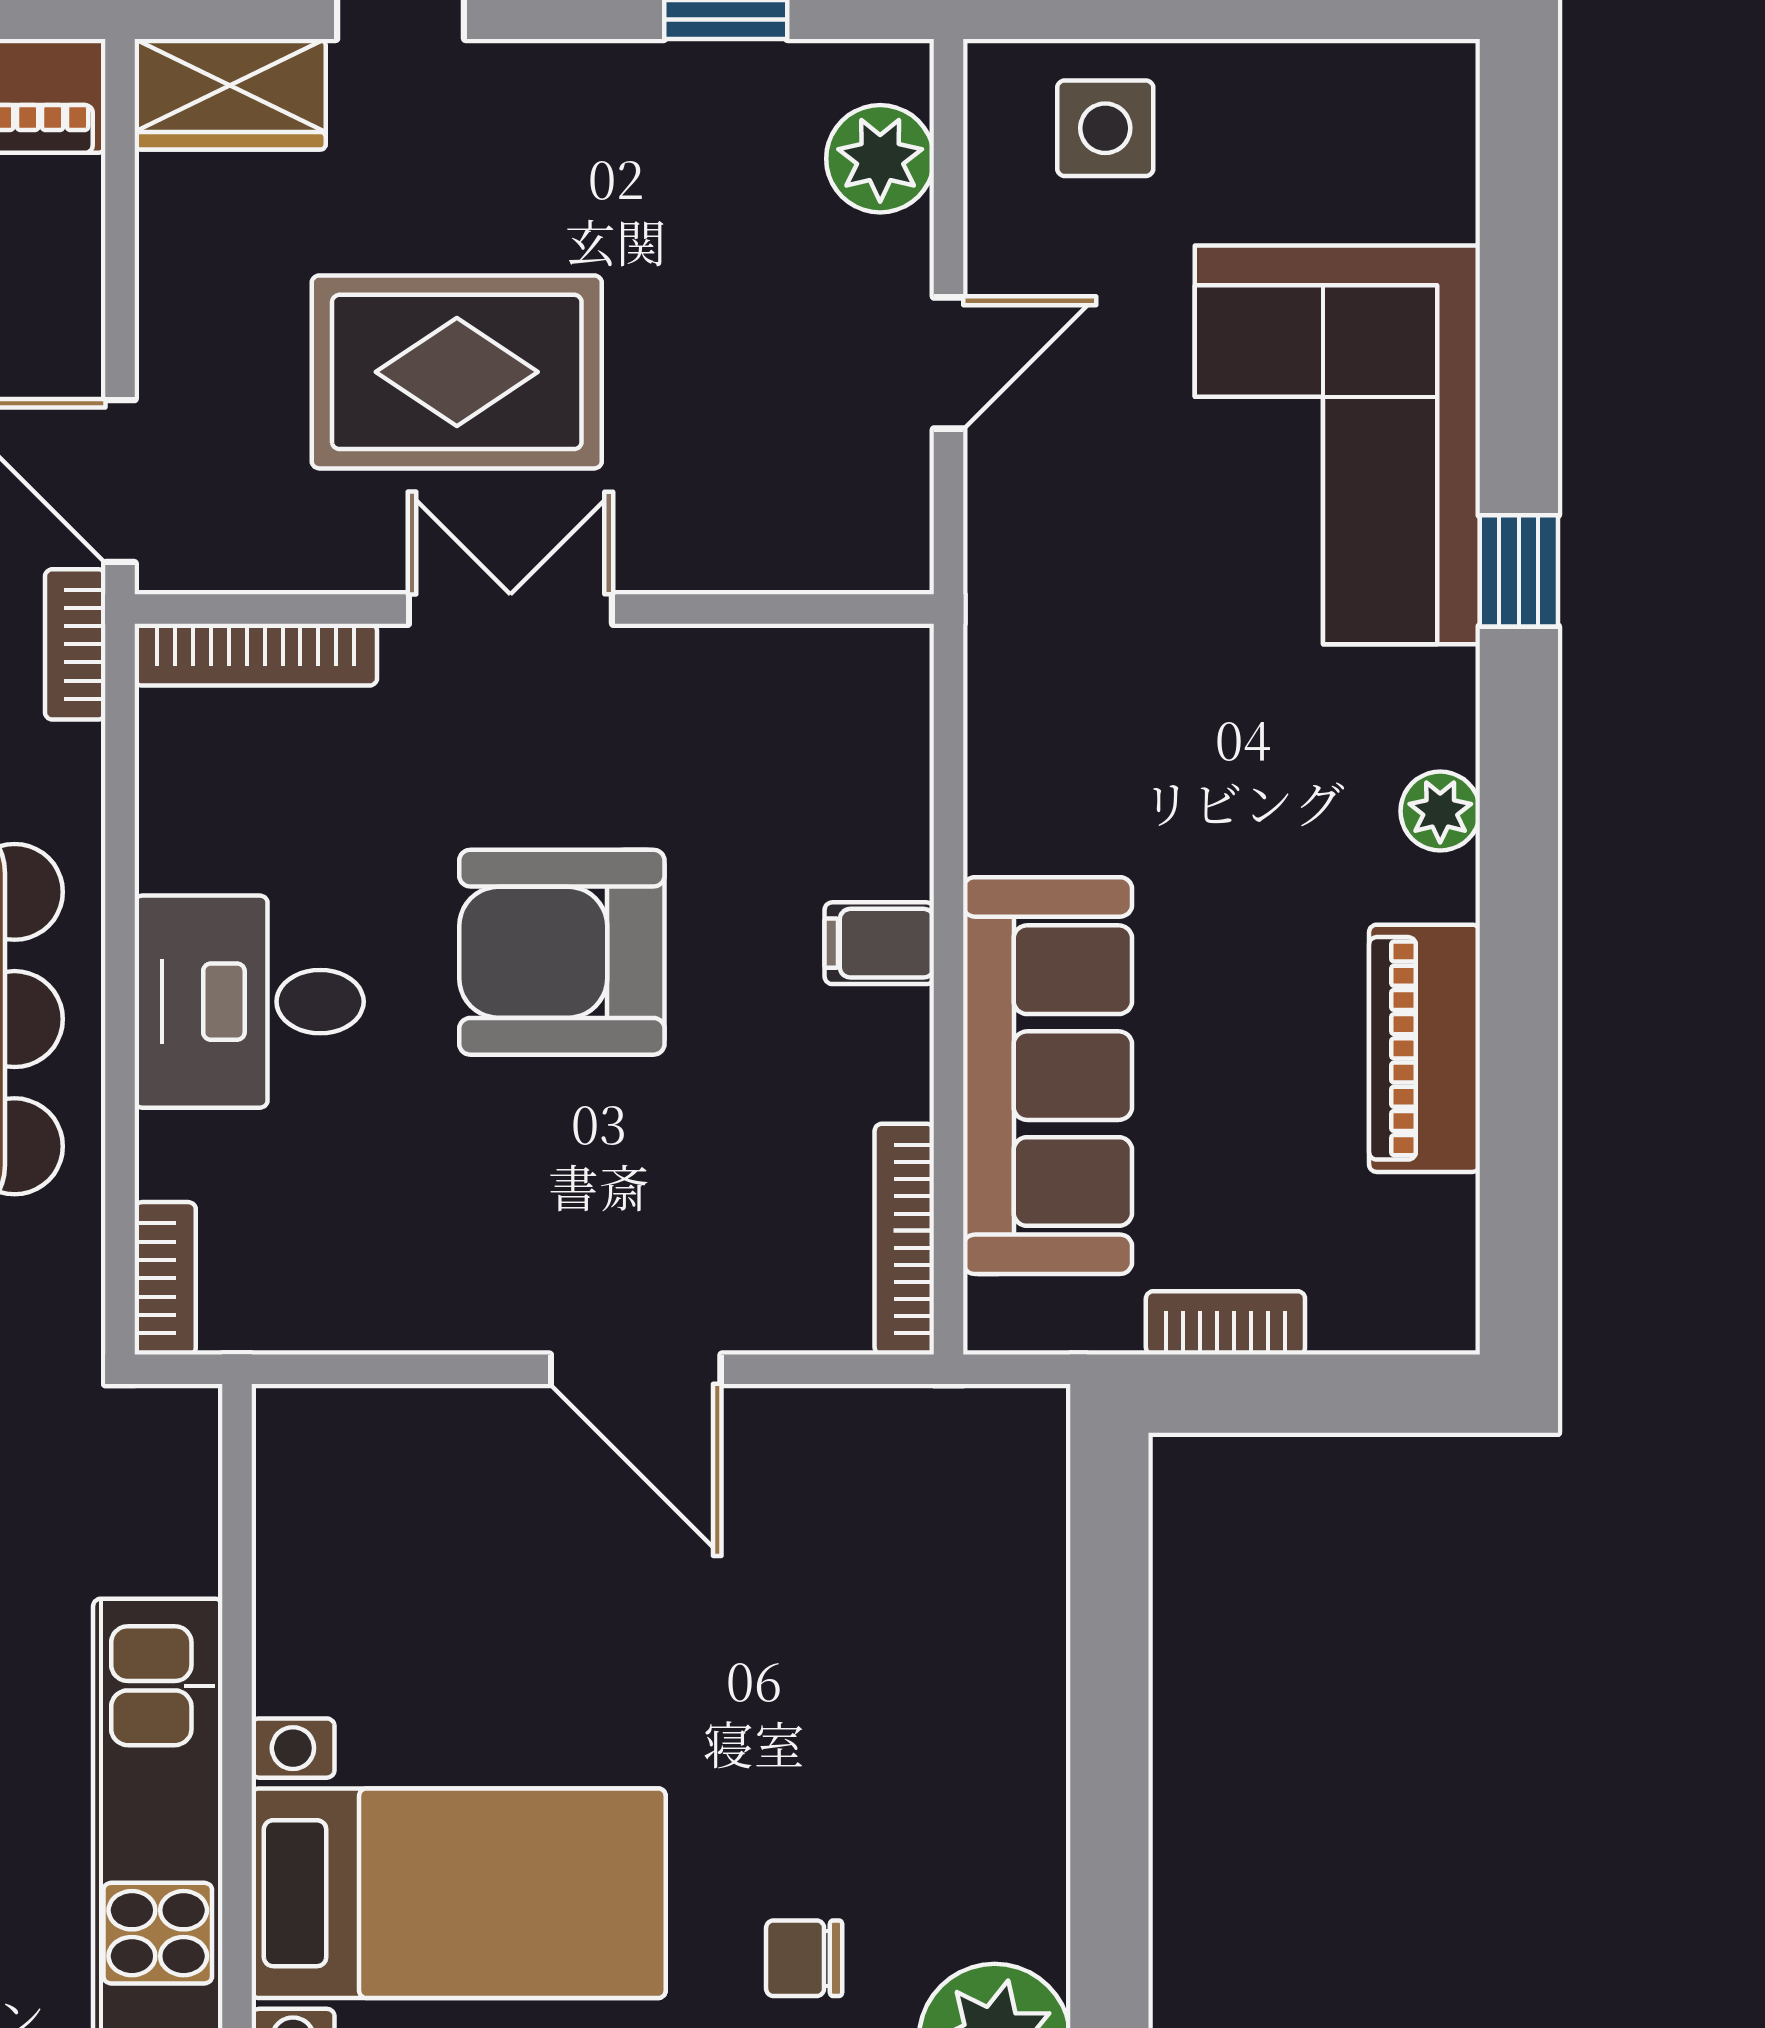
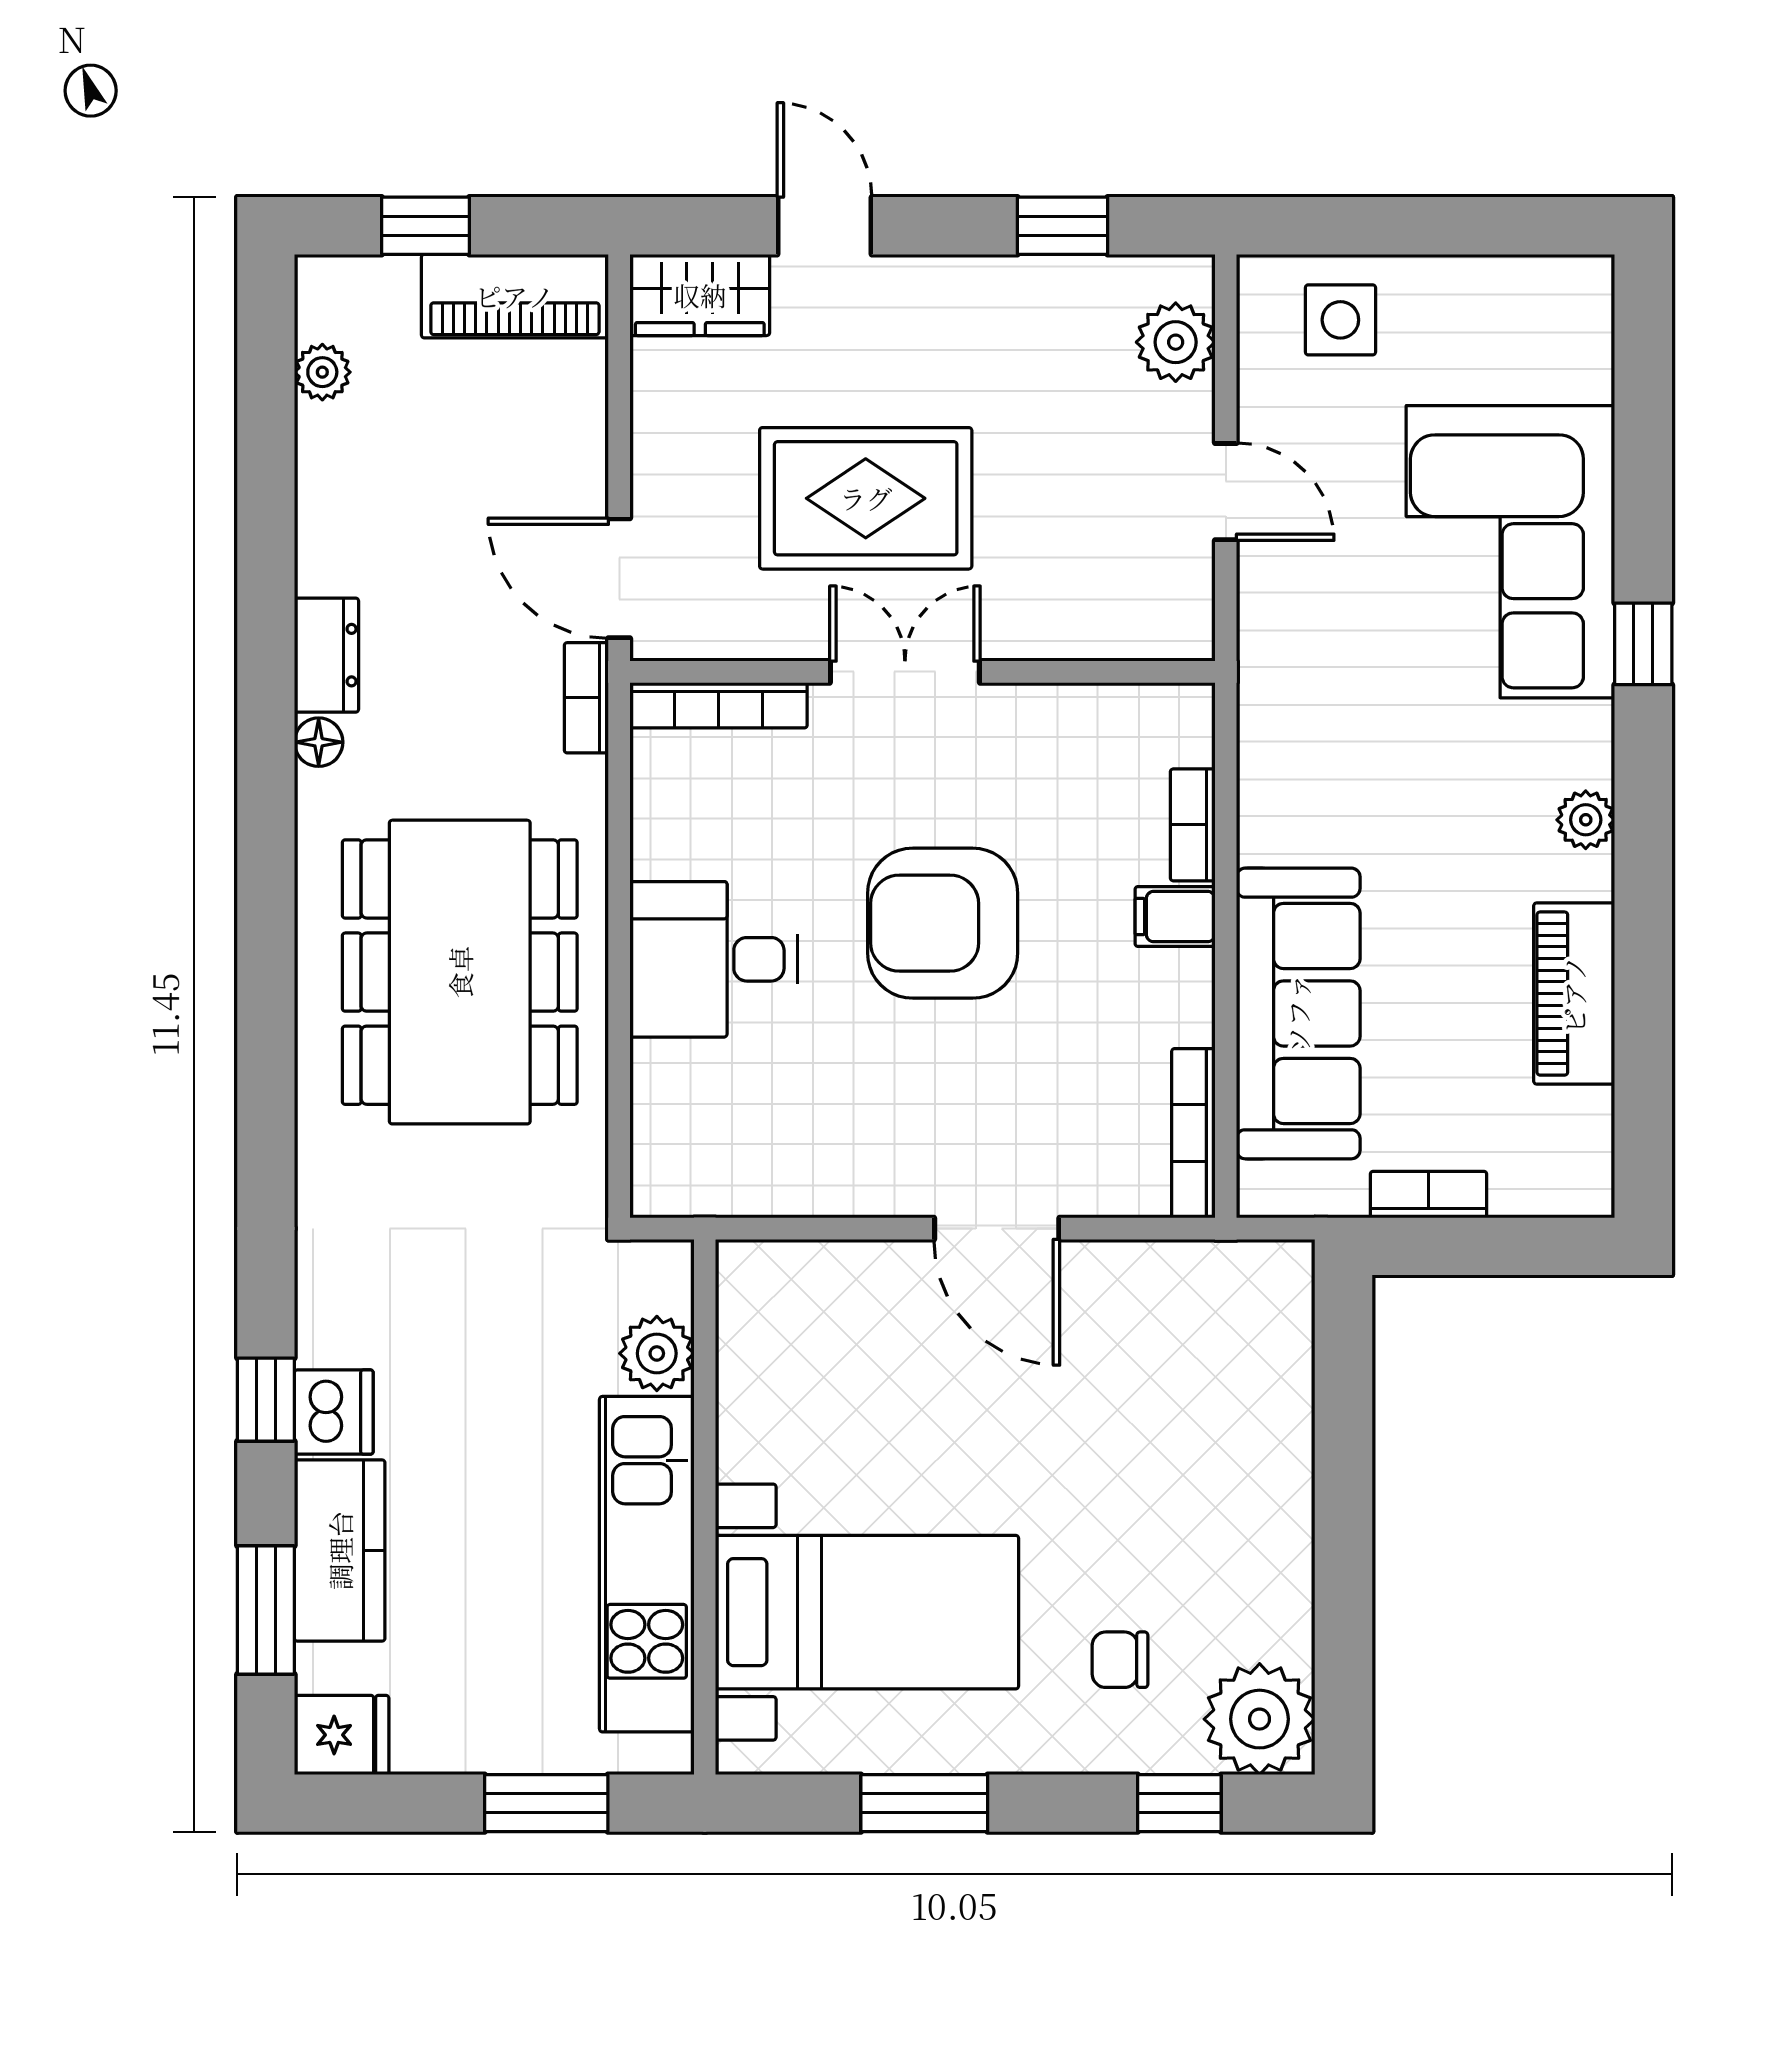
door: (949, 363) -> (1226, 492), hinge flipped
bookcase: (165, 1278) -> (1193, 825), moved, turned 180
plant: (171, 1540) -> (657, 1353), added

